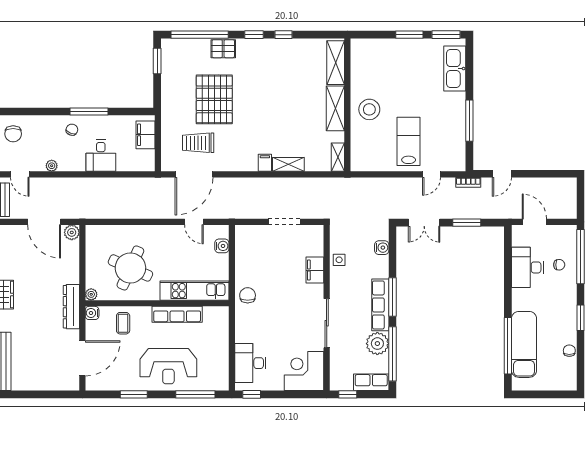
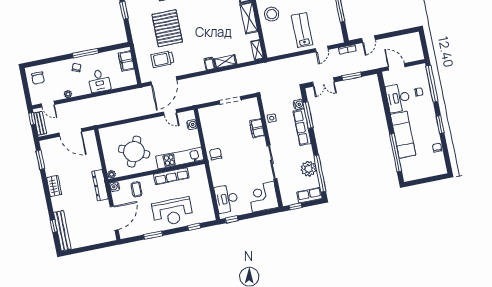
plant: (72, 232) -> (90, 136), removed
window: (392, 297) -> (308, 115), moved
row of seats: (380, 305) -> (302, 127), moved
exam couch: (524, 344) -> (403, 135), moved
window: (195, 394) -> (194, 227), width x0.46

